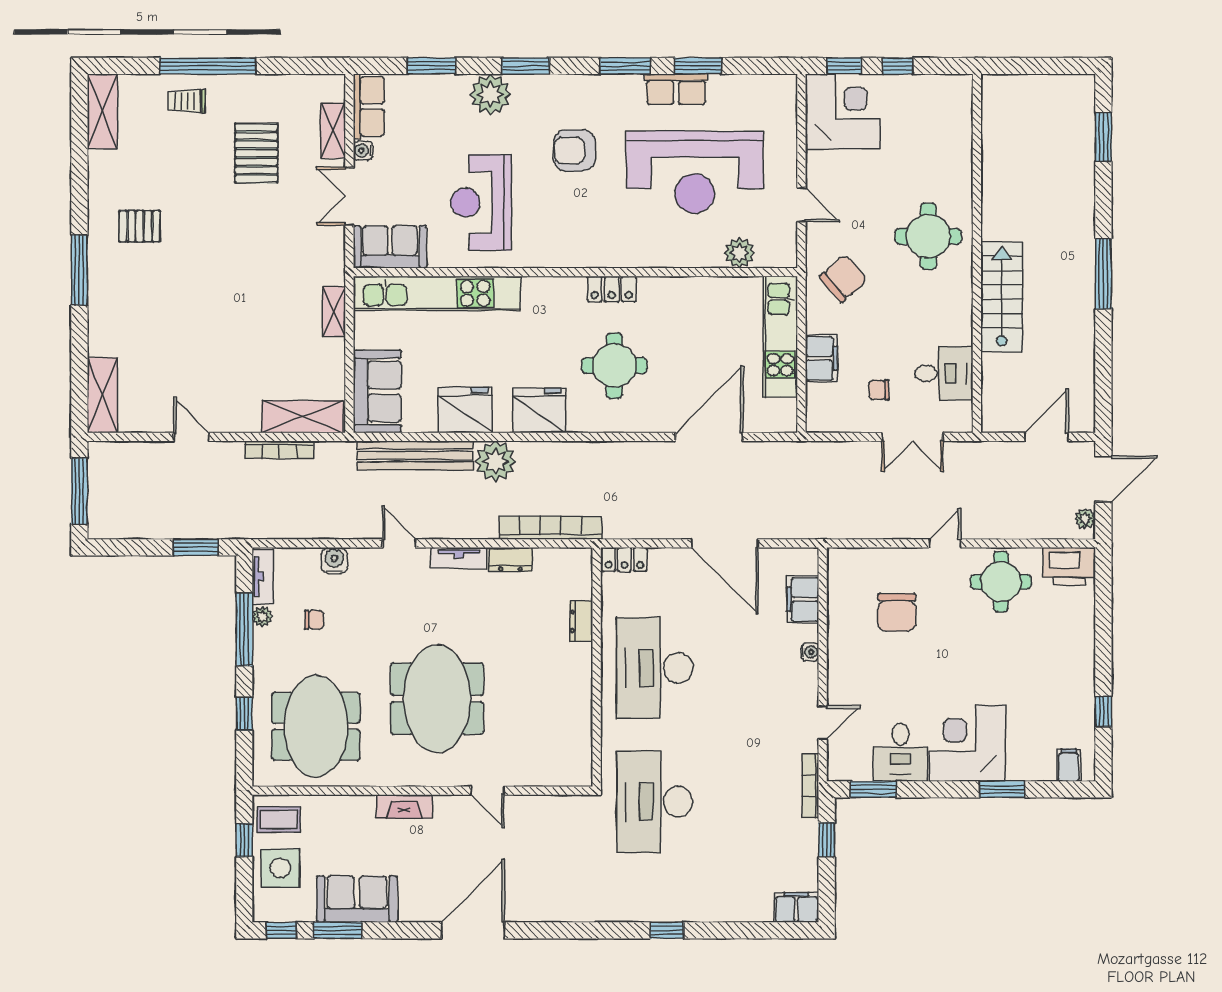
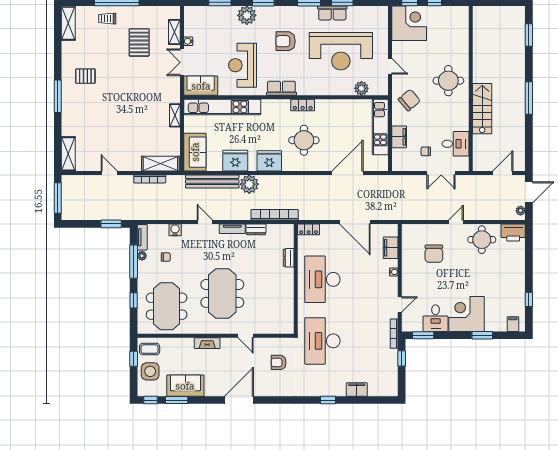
row of seats: (369, 106) -> (281, 88), moved, turned -90
armchair: (559, 849) -> (279, 362), added
filing cabinet: (796, 907) -> (357, 390), moved

